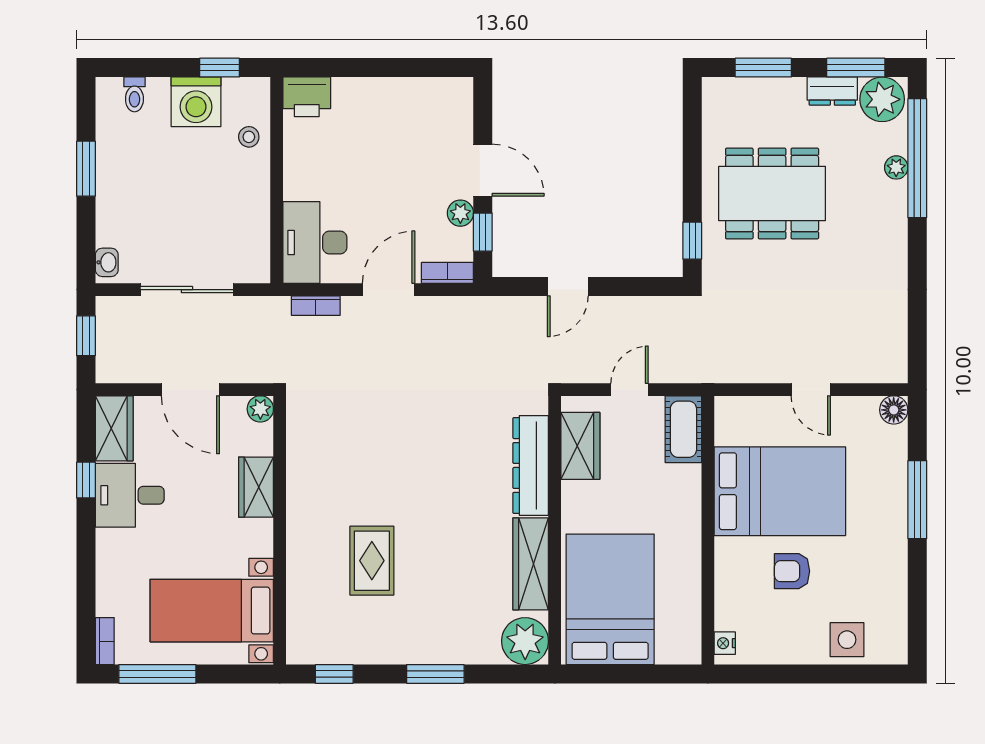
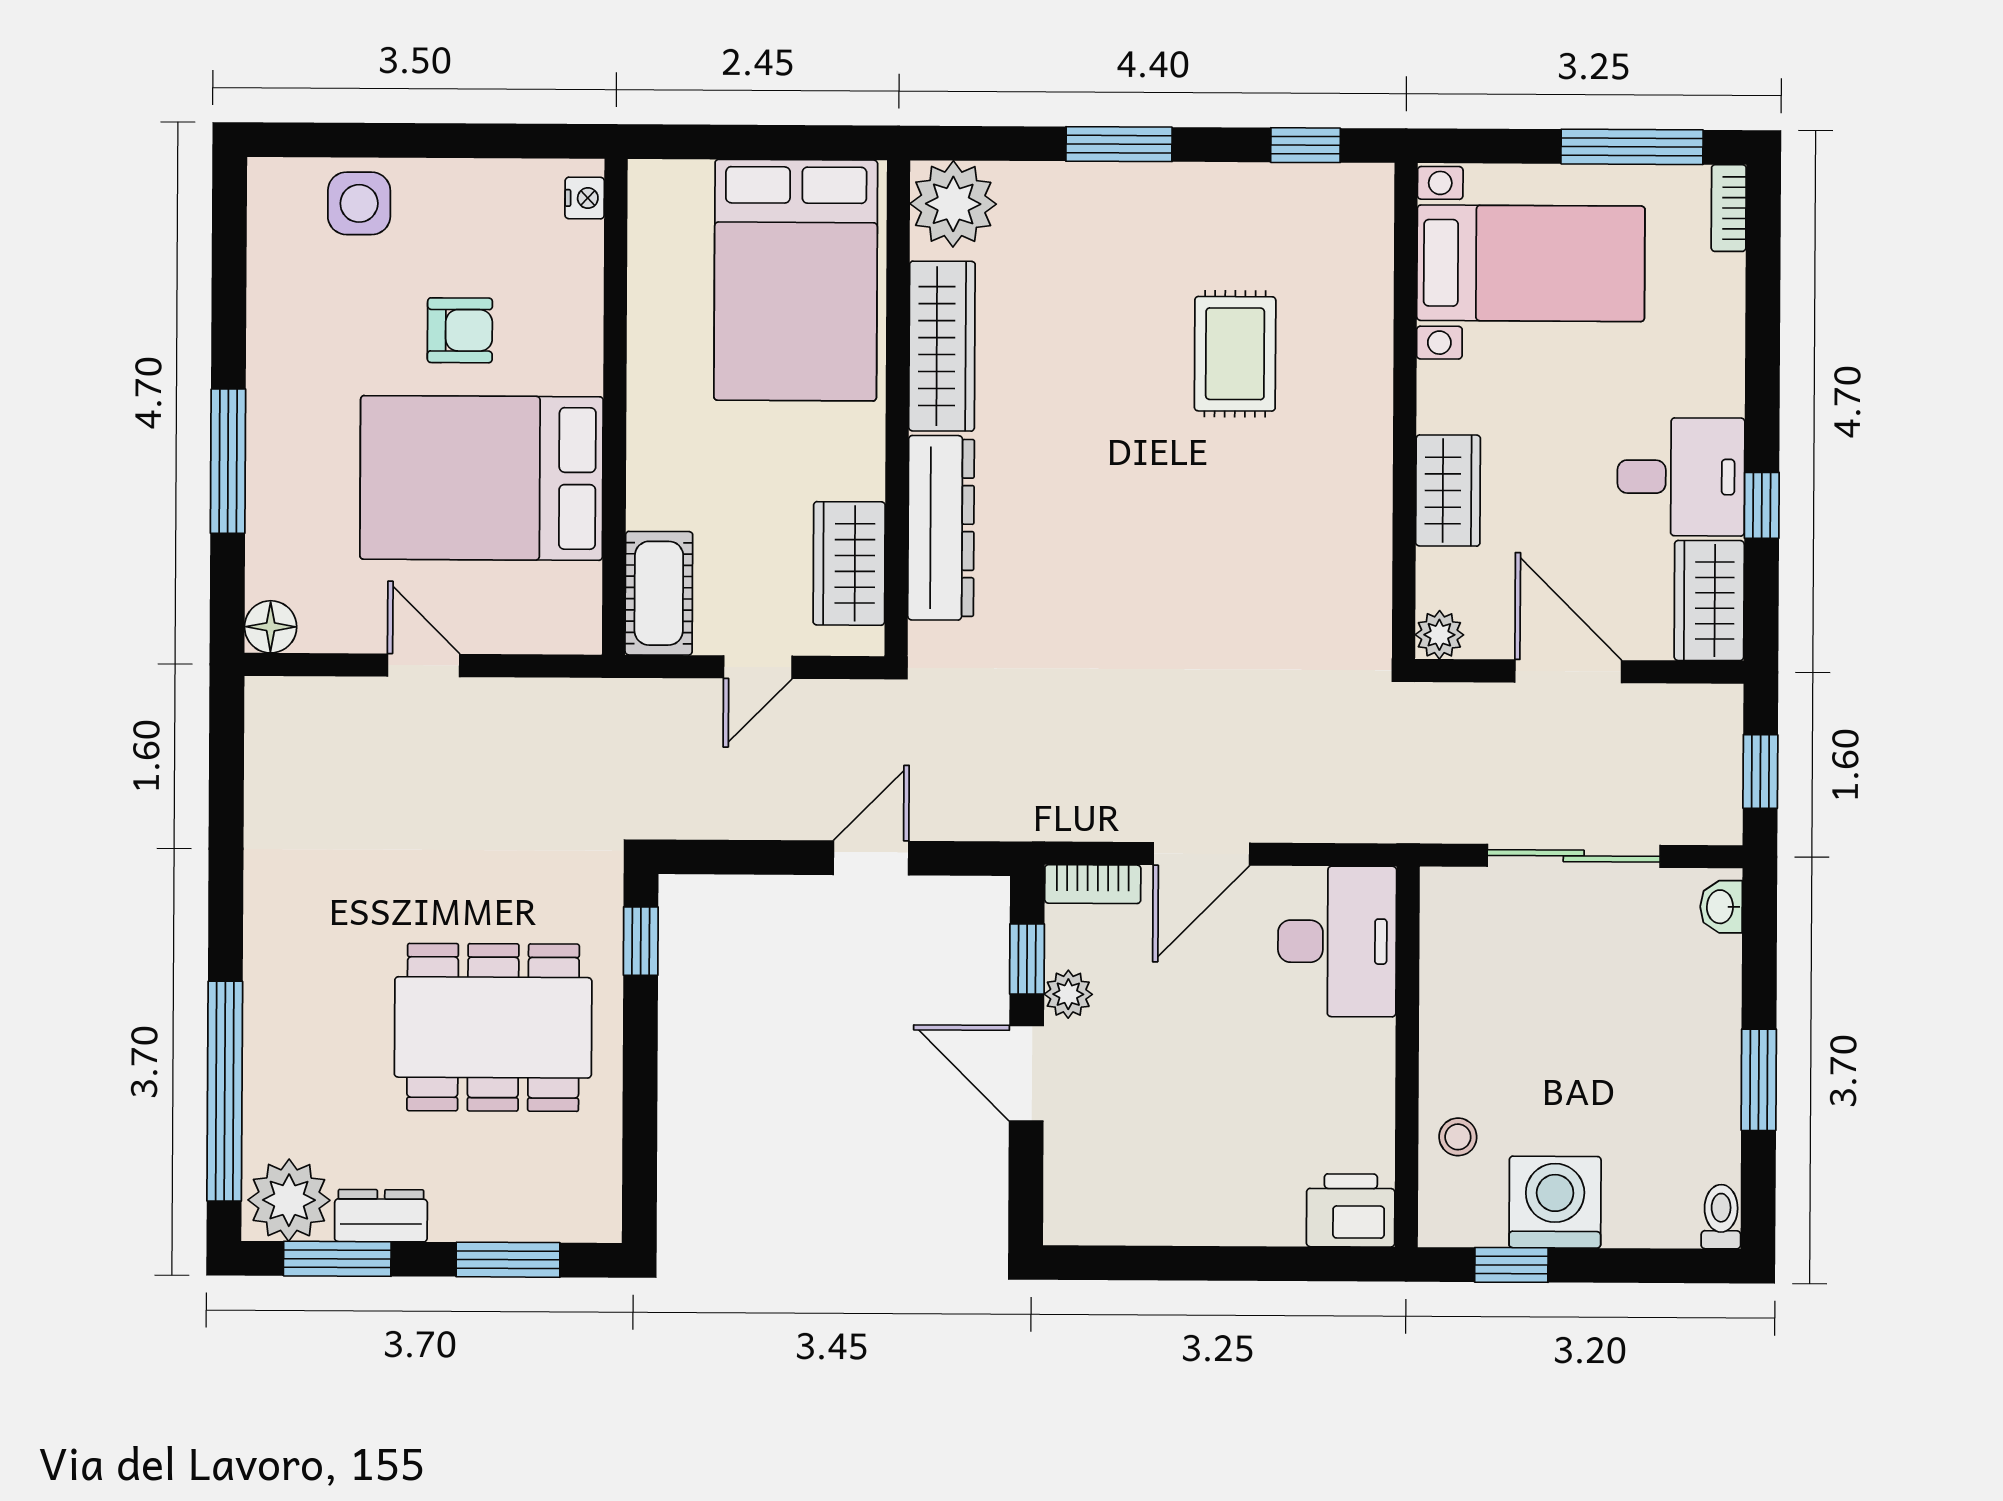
toilet: (134, 94) -> (1721, 1217), moved
plant: (896, 167) -> (264, 1074), removed
bookcase: (316, 306) -> (1336, 825), removed

